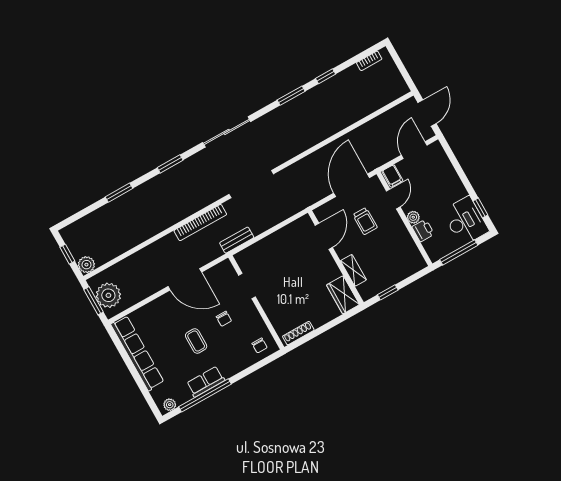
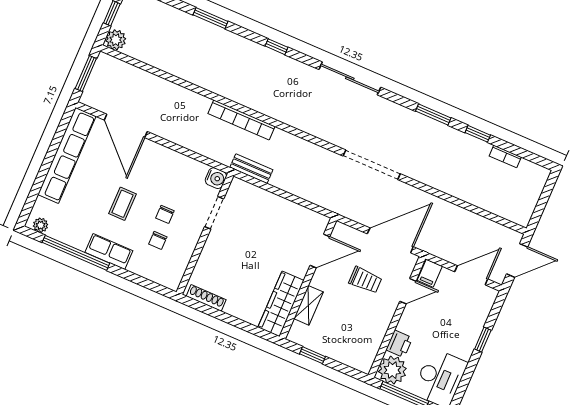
bookcase: (369, 61) -> (505, 156), moved
window: (170, 164) -> (277, 47), width x0.67
doorway: (251, 184) -> (372, 165), moved
window: (480, 208) -> (483, 340), moved
plant: (413, 217) -> (392, 370), moved, width x1.88, depth x1.88
trolley: (365, 221) -> (365, 280), turned -90
water cooler: (225, 268) -> (216, 178), added
door: (185, 279) -> (126, 126), moved
plant: (108, 295) -> (102, 84), removed
wardrobe: (343, 295) -> (281, 304), width x1.50
chair: (260, 345) -> (158, 240), moved
row of seats: (206, 382) -> (109, 252), moved

